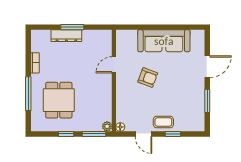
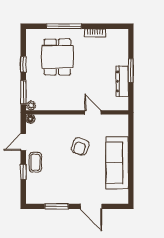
dresser: (66, 36) -> (122, 81), moved
dining table: (59, 100) -> (57, 57), turned 90

